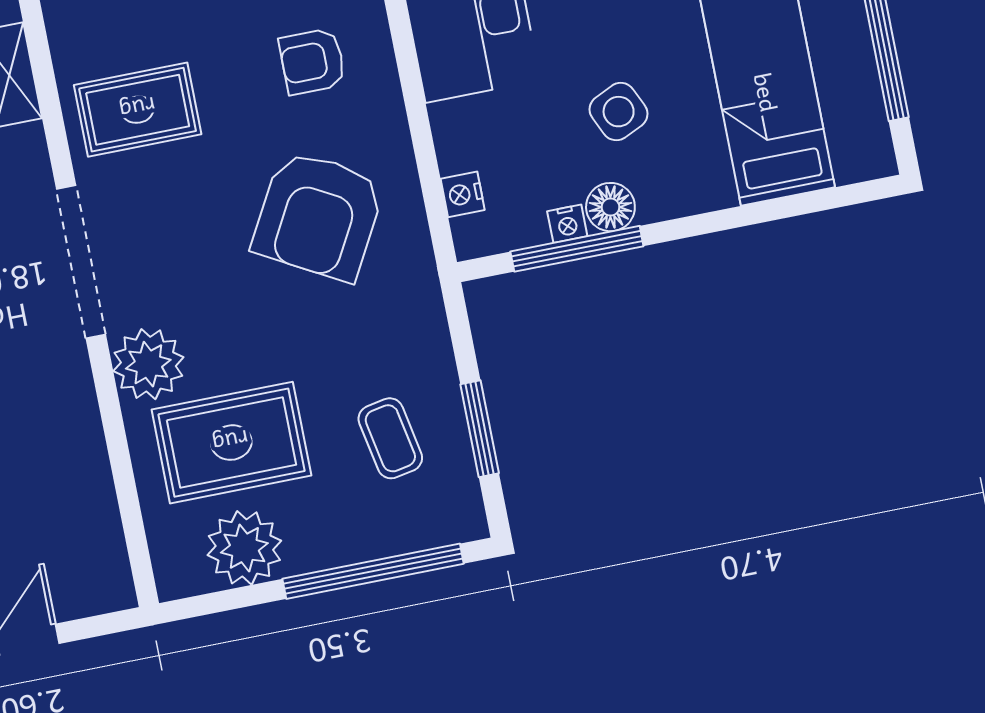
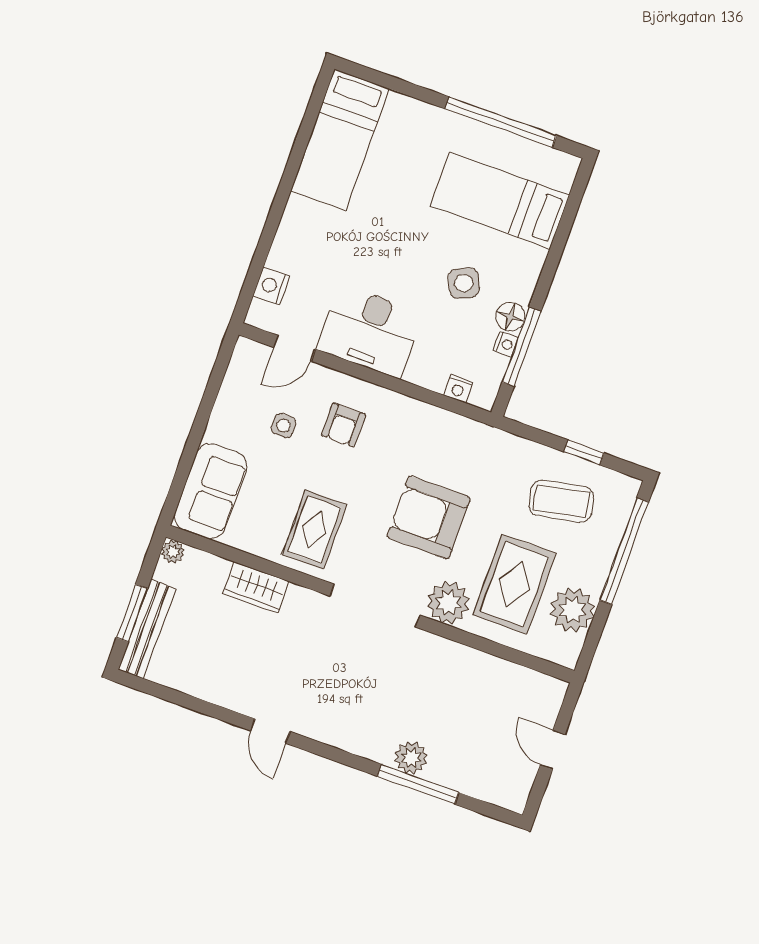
armchair: (318, 216) -> (429, 517), moved, turned 151
window: (480, 429) -> (584, 452), width x0.67
coffee table: (390, 438) -> (561, 501), width x1.36, depth x1.30

